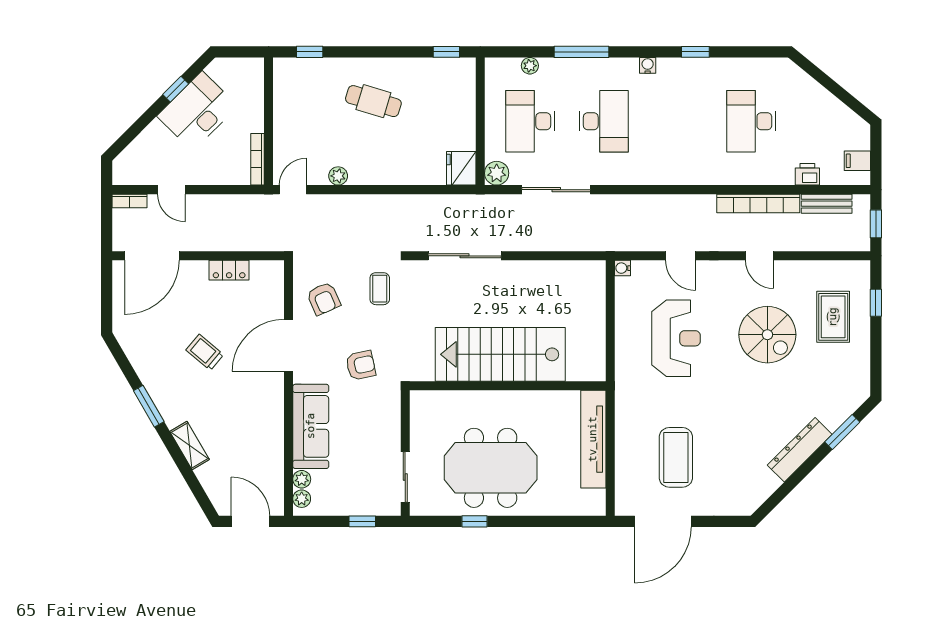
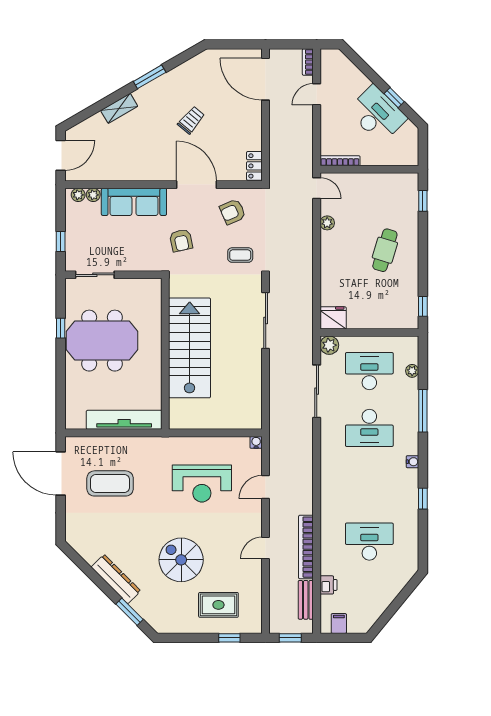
locker: (229, 270) -> (254, 166), moved
spiral stairs: (767, 335) -> (181, 560), moved, turned 90
meeting table: (491, 468) -> (102, 341), turned 90

